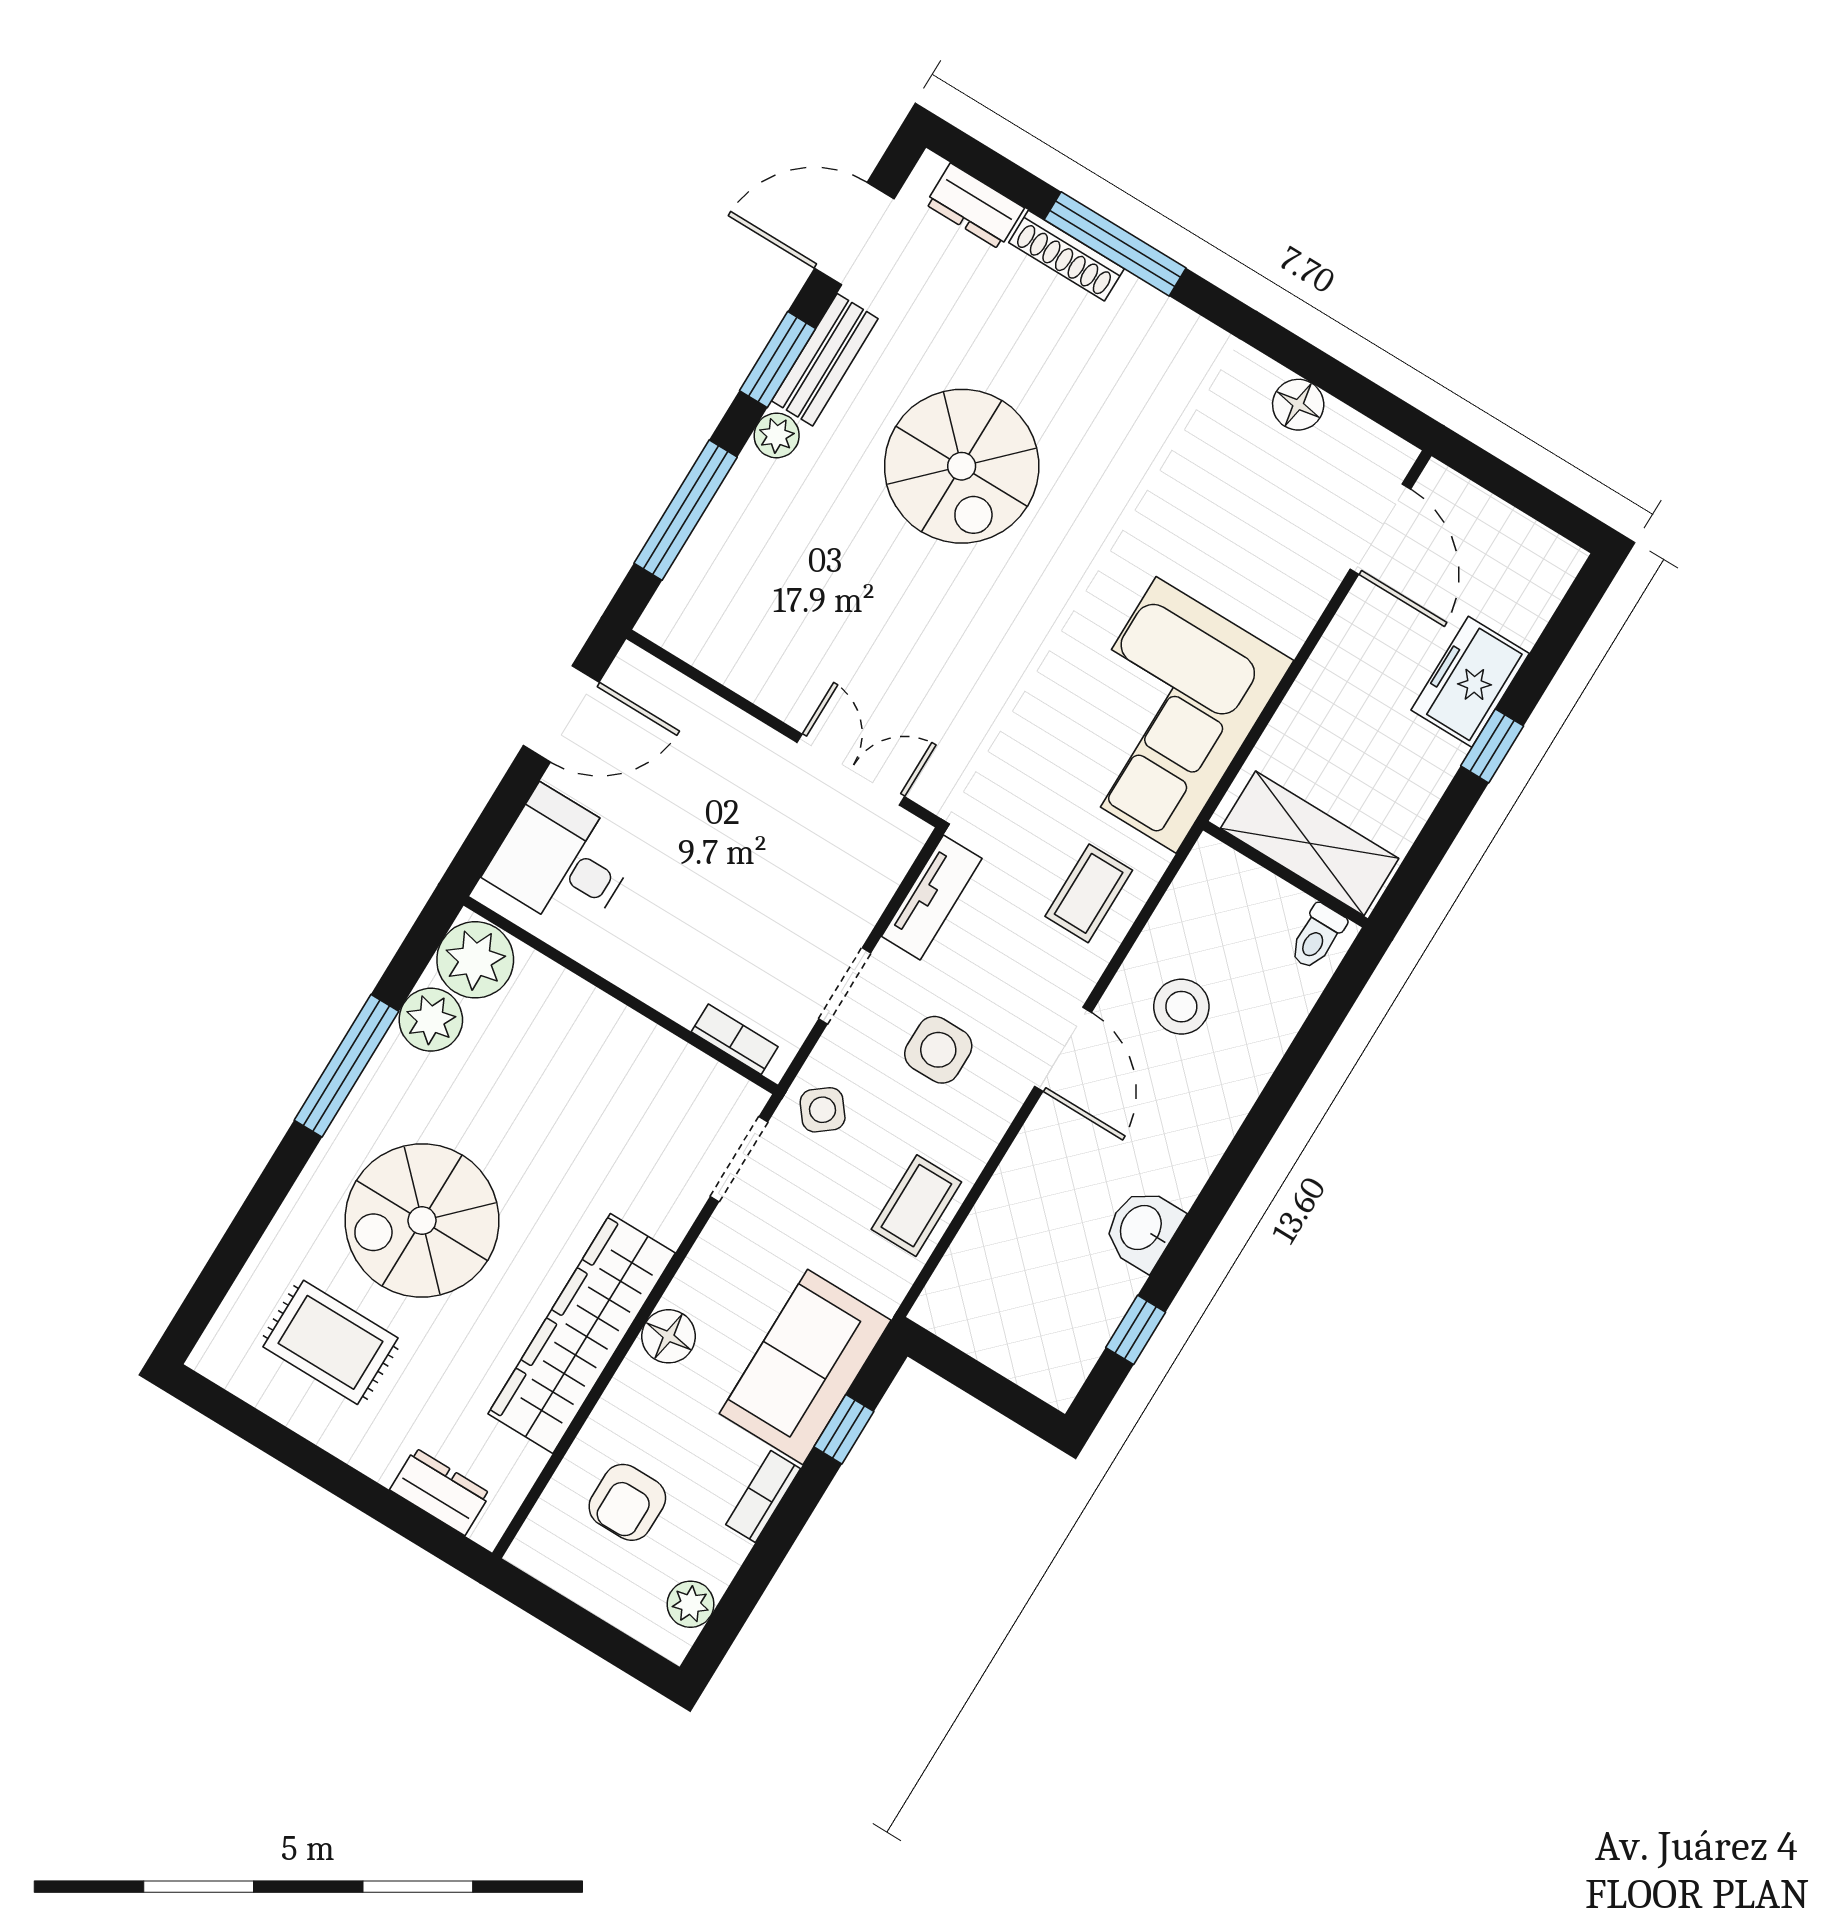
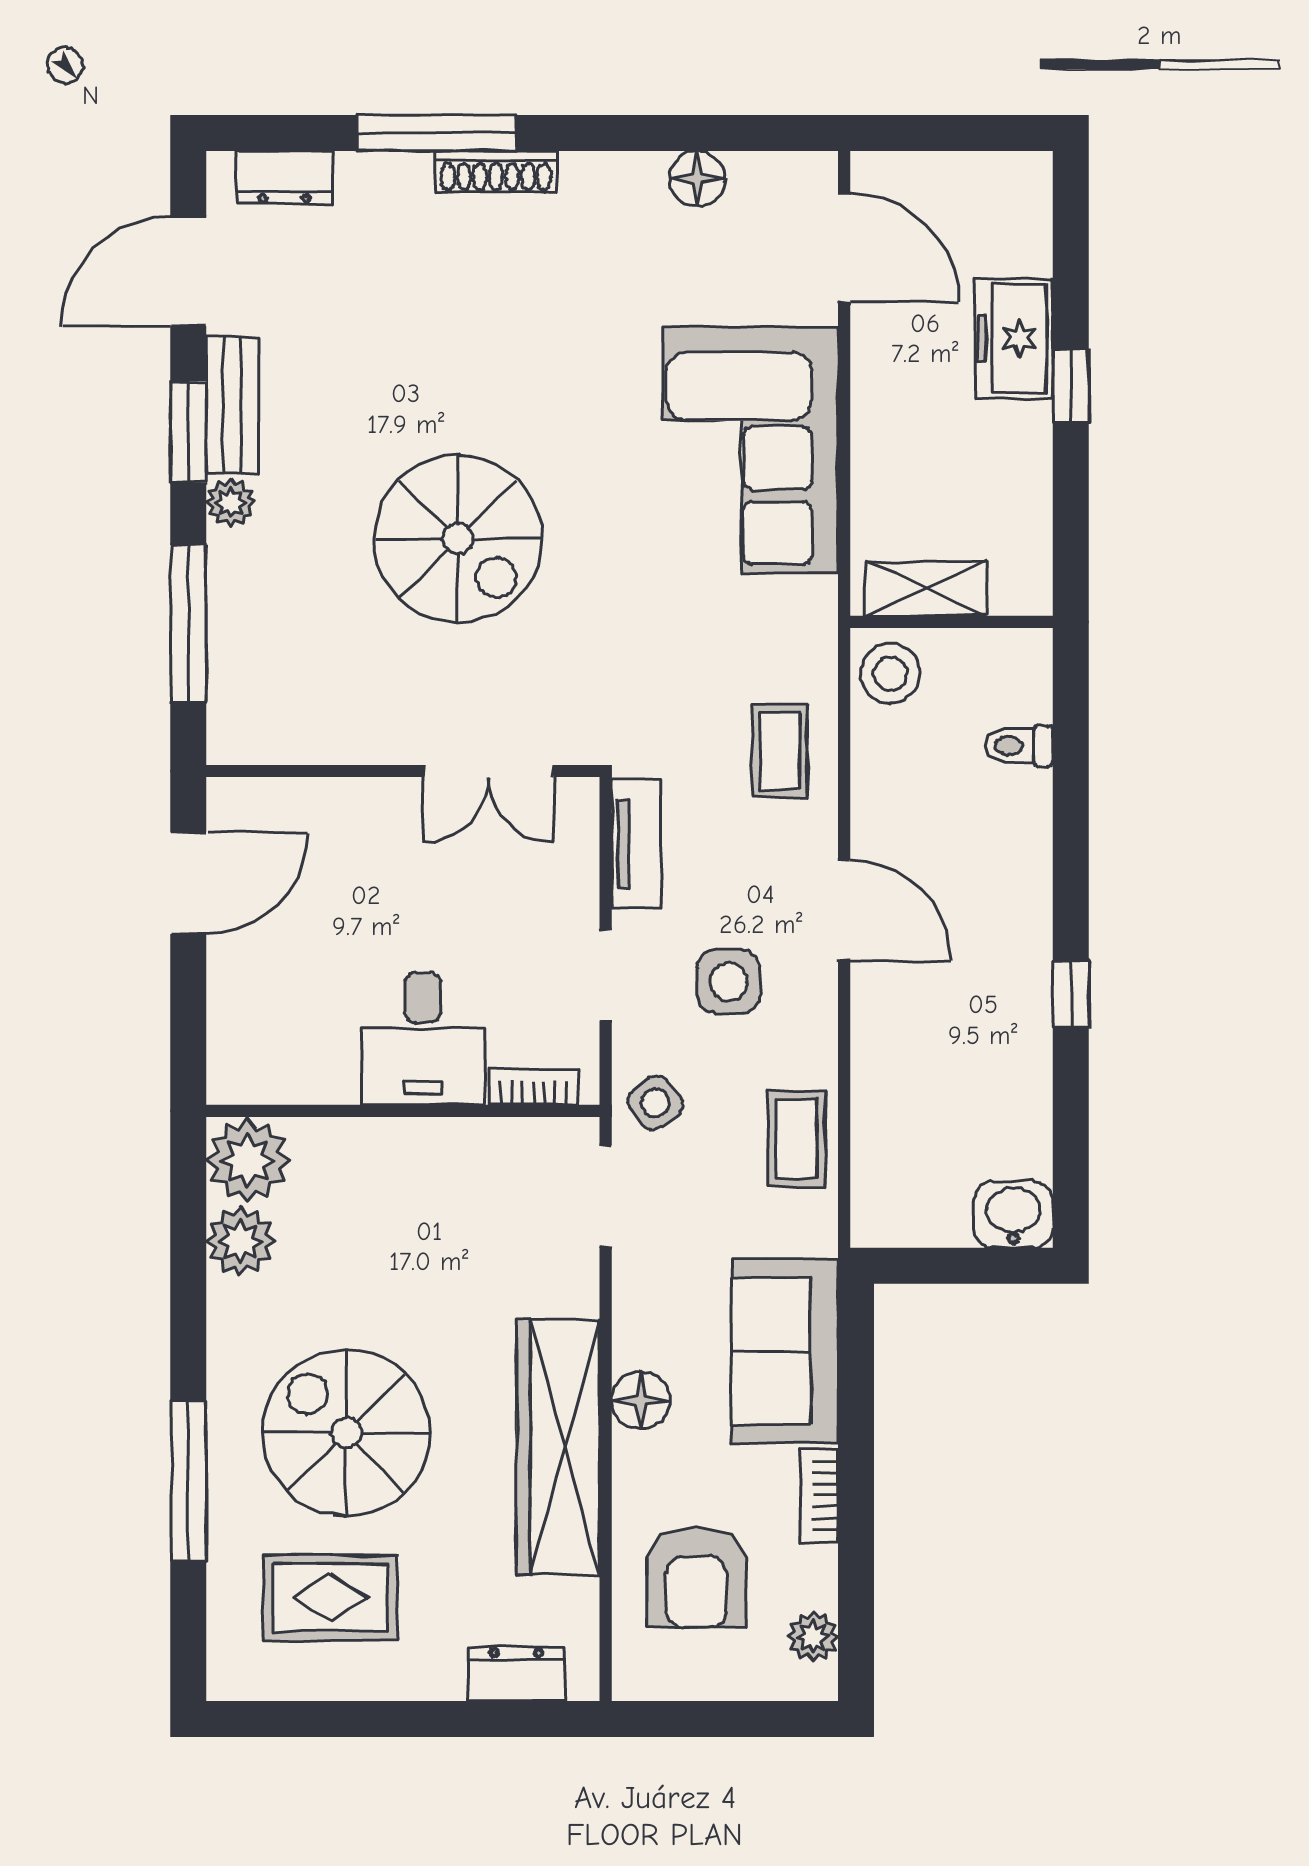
shoe rack: (1066, 256) -> (496, 172), moved
spiral stairs: (962, 466) -> (458, 539), moved
corner sofa: (1166, 715) -> (750, 450), moved
double door: (851, 770) -> (489, 771), swing flipped
shelving: (1310, 843) -> (926, 589), width x0.67, depth x0.75
desk: (562, 861) -> (423, 1039), moved, turned -90
toilet: (1317, 937) -> (1019, 746), moved, turned 90
stool: (1181, 1007) -> (890, 673), moved
window: (346, 1066) -> (188, 1481), moved
spiral stairs: (422, 1221) -> (346, 1433), turned 90
washbasin: (1142, 1229) -> (1013, 1215), moved, turned 90
window: (1136, 1330) -> (1071, 994), moved
window: (844, 1429) -> (856, 1387), removed
armchair: (627, 1502) -> (696, 1578), width x1.38, depth x1.38

